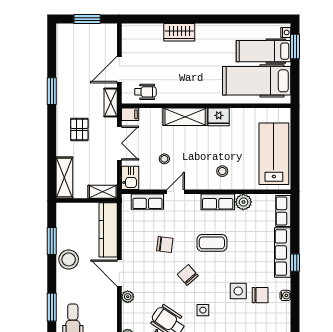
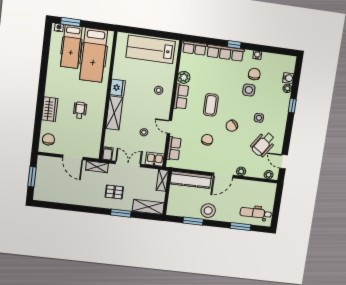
chair: (139, 35) -> (48, 139), added
window: (52, 91) -> (121, 213), moved
wheelchair: (145, 92) -> (80, 110), moved

